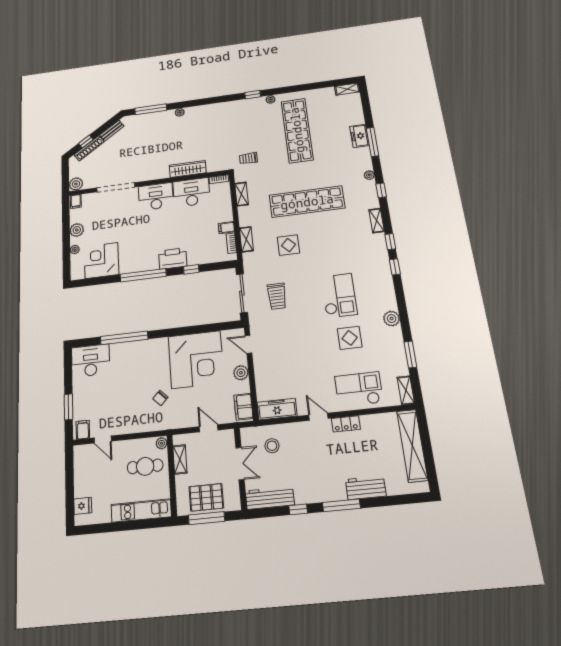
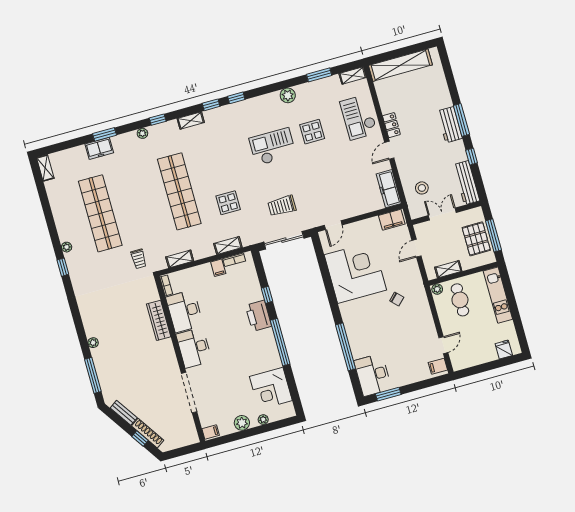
shop shelf: (297, 130) -> (100, 213), turned 90
window: (373, 142) -> (104, 134), width x0.69
plant: (76, 184) -> (191, 437), removed
trolley: (277, 296) -> (282, 206), turned 180
plant: (241, 373) -> (361, 228), removed
window: (69, 407) -> (388, 394), moved
workbench: (366, 488) -> (450, 125), moved

